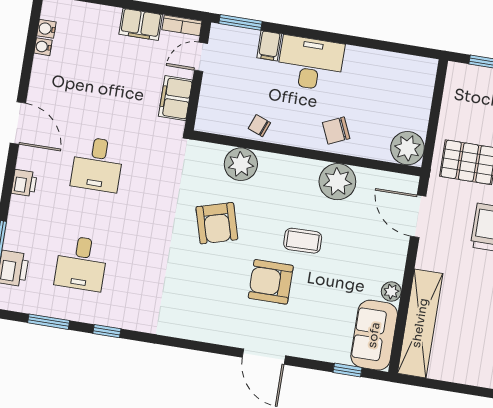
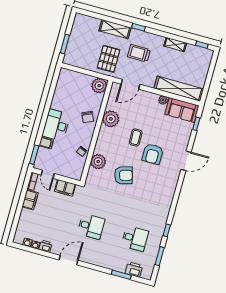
printer: (24, 183) -> (45, 246), moved

